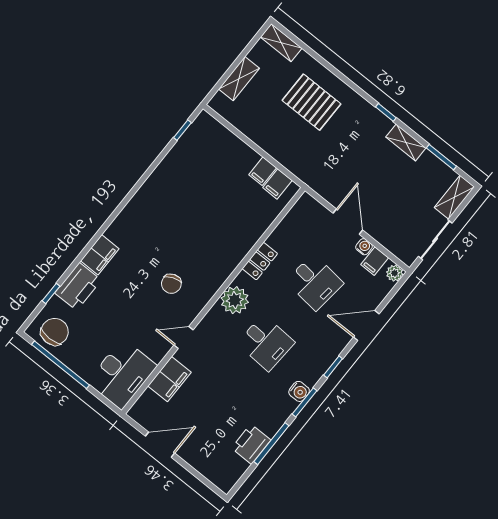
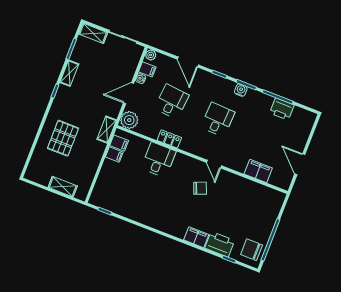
shelving: (281, 43) -> (107, 130), moved
plant: (235, 300) -> (129, 120), moved
door: (184, 338) -> (214, 164), moved
desk: (122, 374) -> (159, 160), moved, width x0.73

